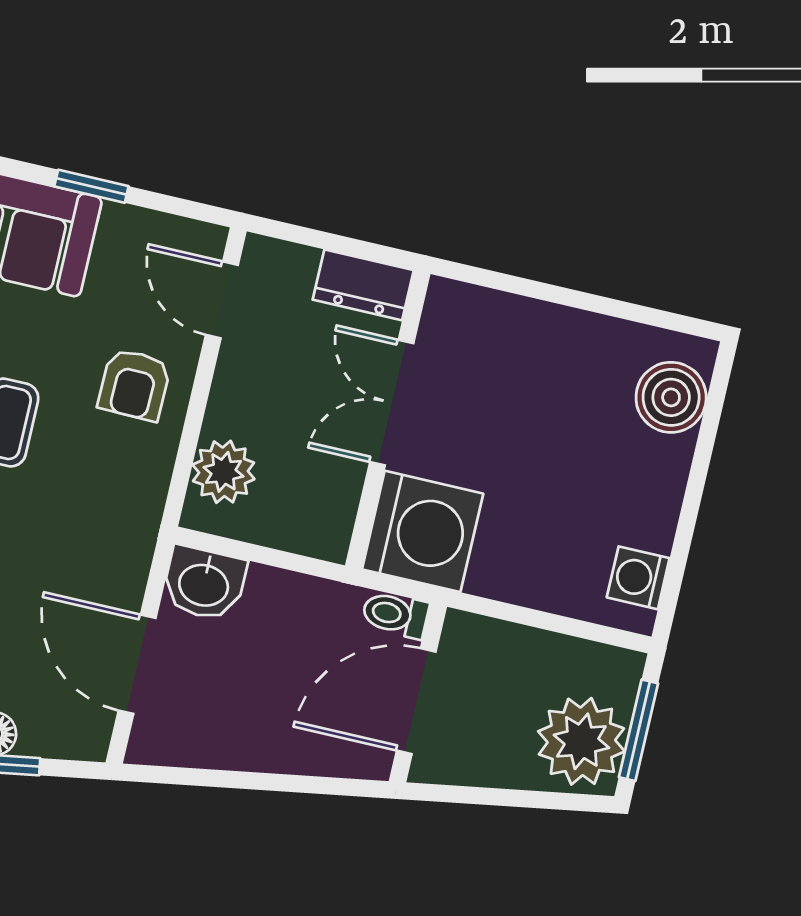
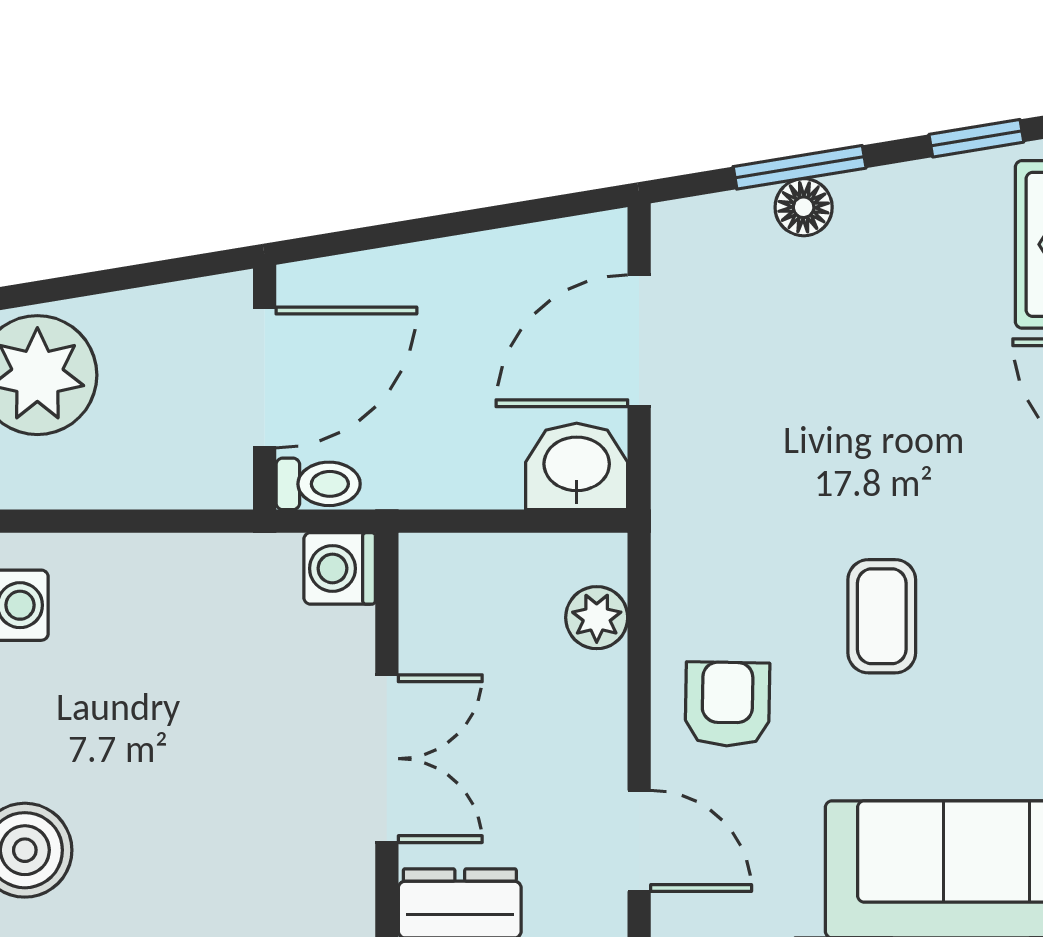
plant: (223, 472) -> (597, 618), width x0.73, depth x0.73
washing machine: (423, 531) -> (340, 568), width x0.53, depth x0.53
door: (137, 664) -> (639, 341), swing flipped

